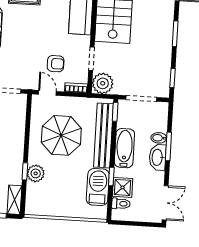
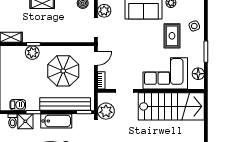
armchair: (56, 64) -> (119, 63), removed
plant: (103, 83) -> (106, 111), moved
barbecue: (98, 187) -> (18, 105), width x0.53, depth x0.65

